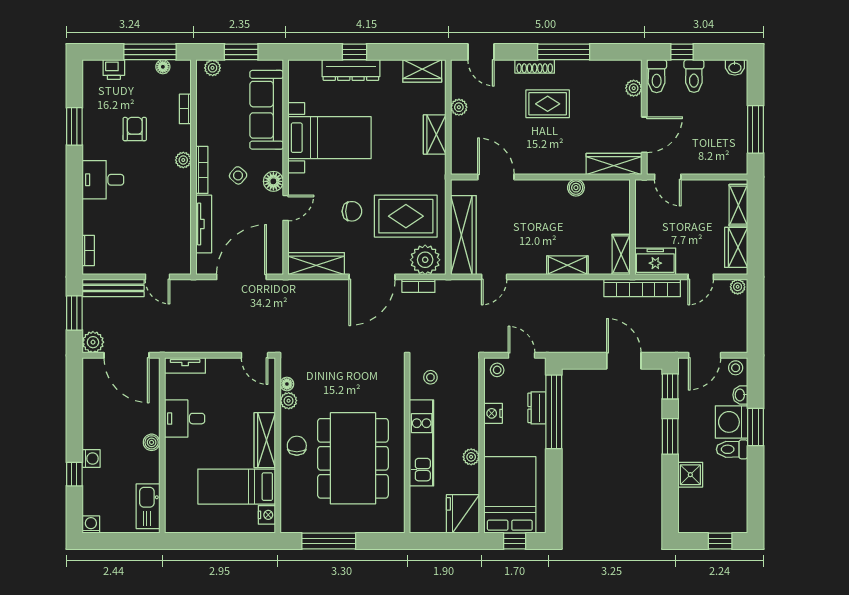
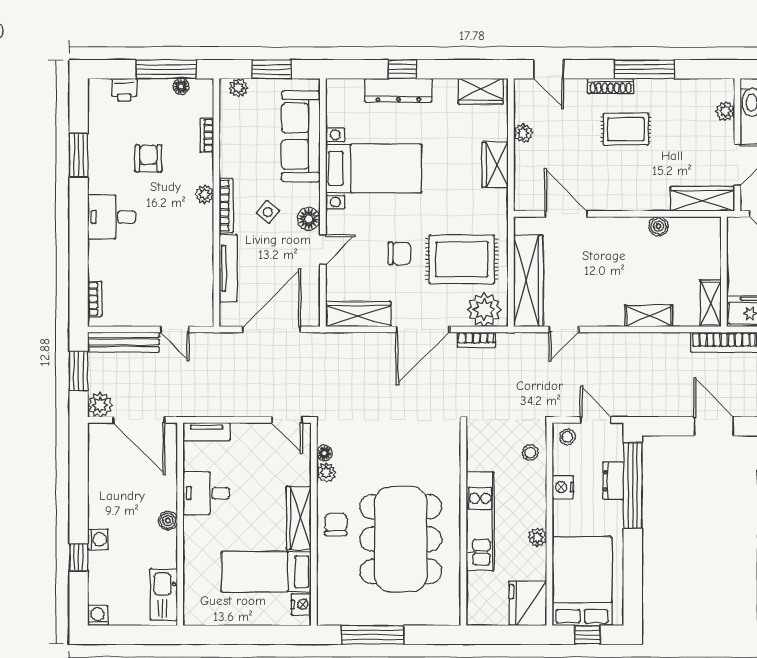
stool: (430, 377) -> (530, 453), moved

